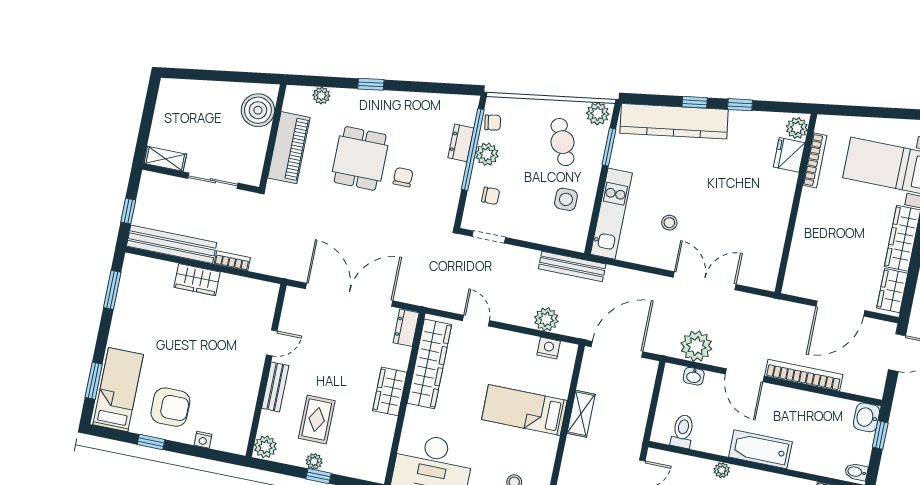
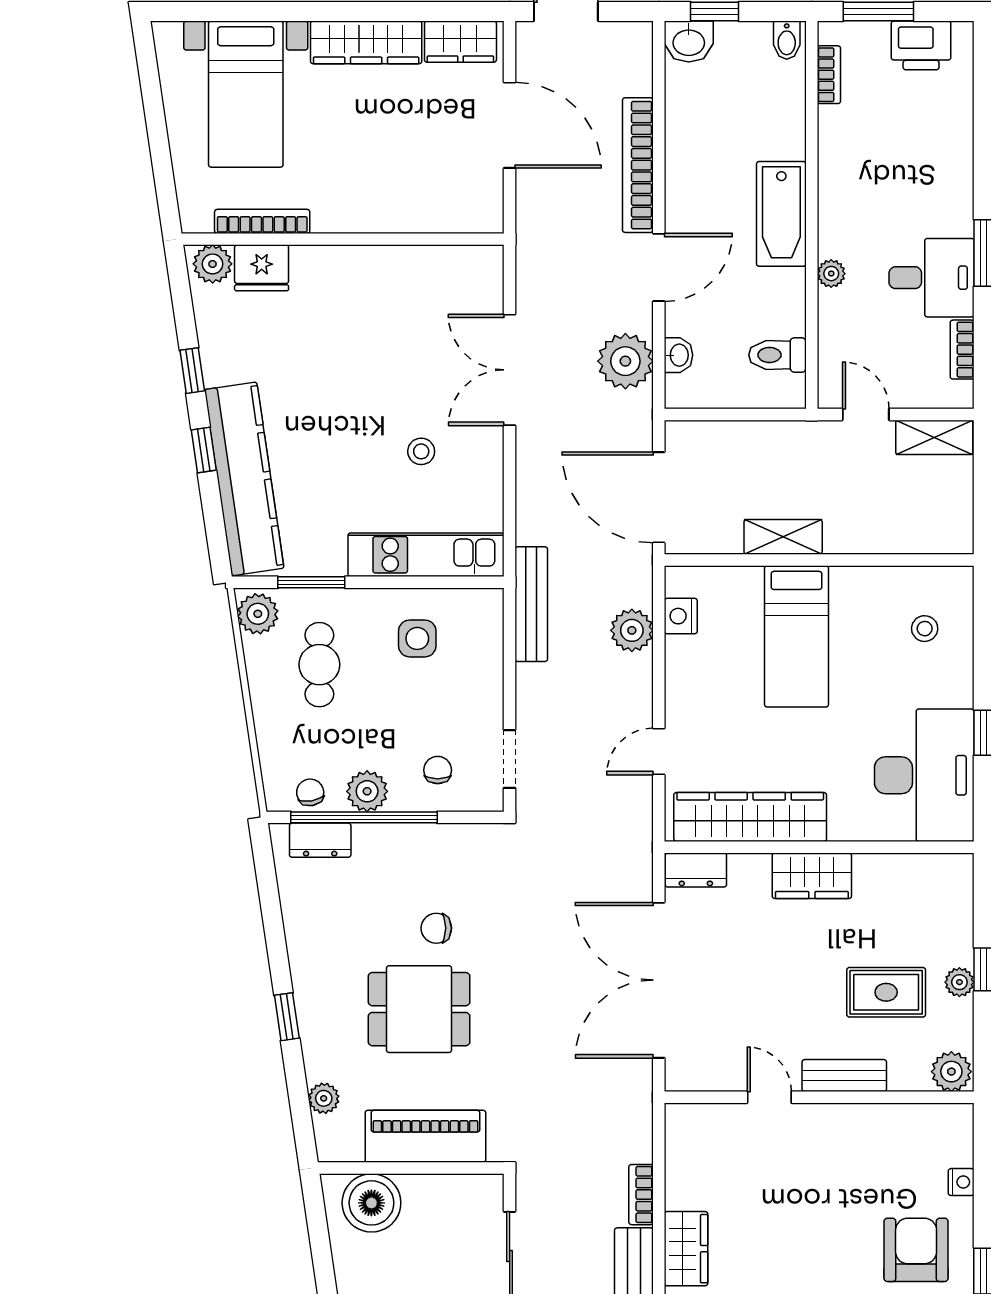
cafe table: (563, 142) -> (319, 665), turned -67
dresser: (461, 143) -> (320, 840), moved

